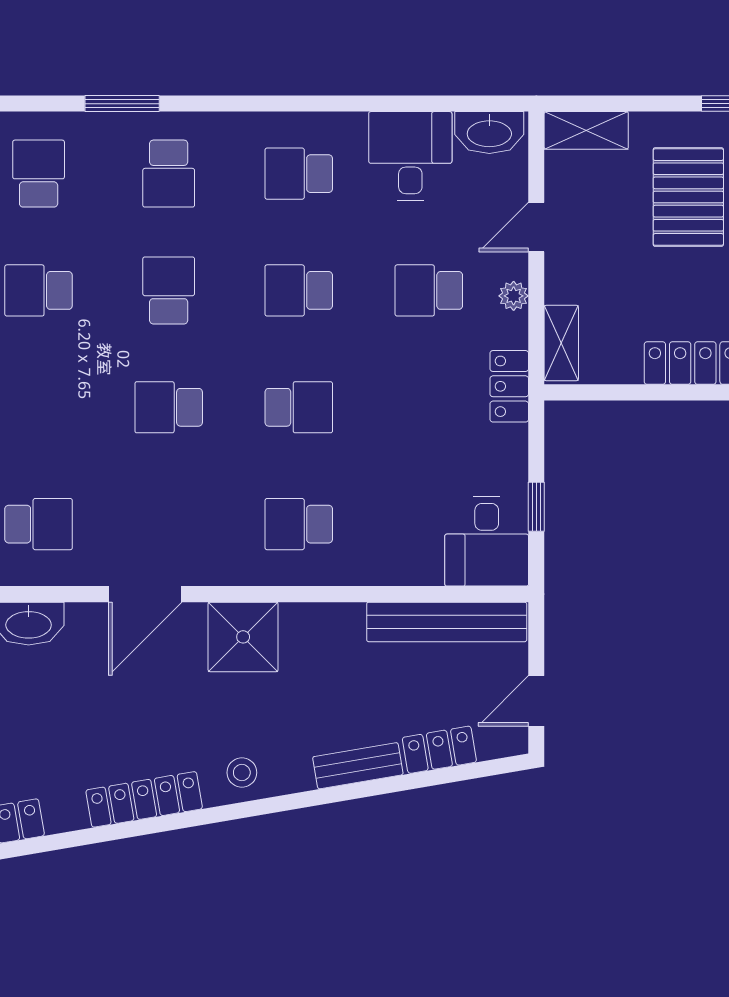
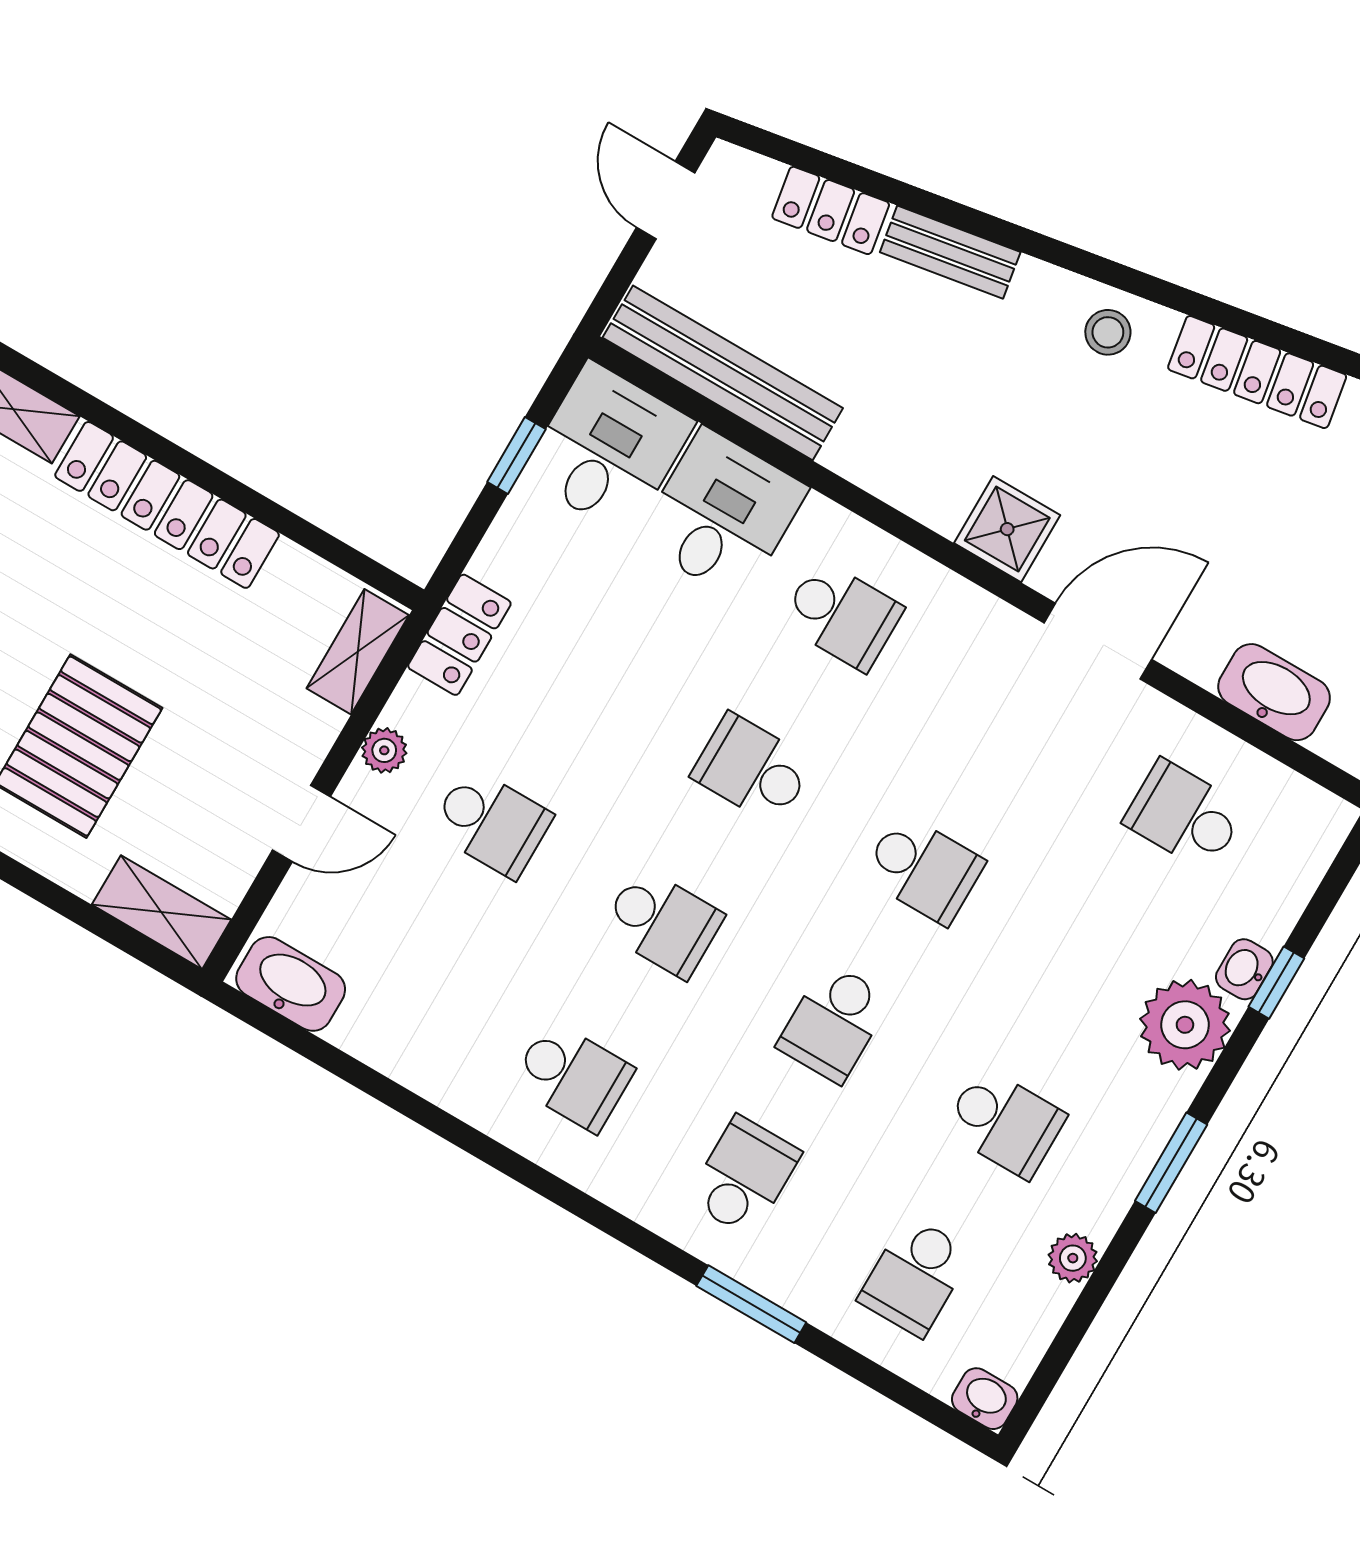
desk: (410, 156) -> (722, 514), moved, turned 180
shower: (243, 637) -> (1007, 529), width x0.73, depth x0.73
door: (536, 701) -> (666, 200), swing flipped

